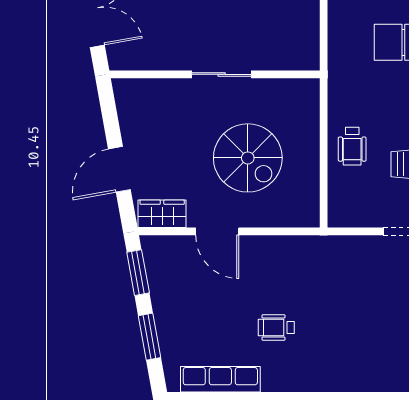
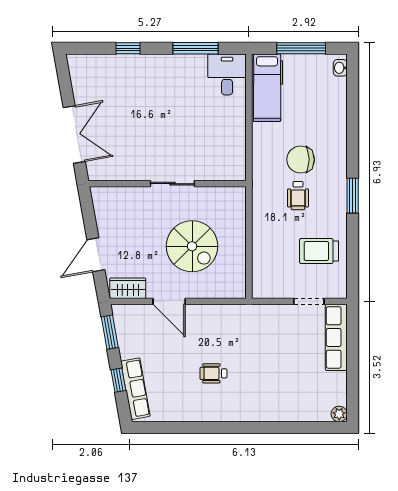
wheelchair: (352, 146) -> (298, 196), moved
window: (150, 337) -> (118, 380), width x0.67
row of seats: (220, 379) -> (135, 389), moved, turned 80

